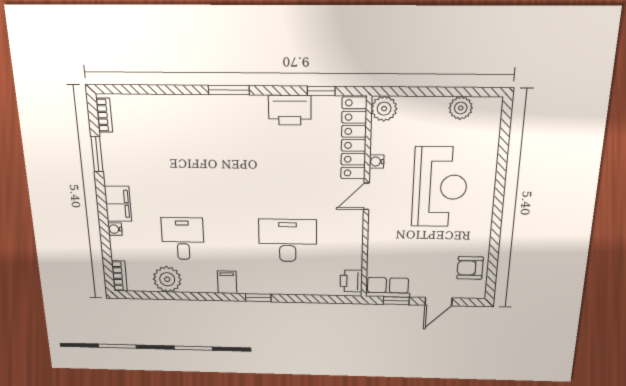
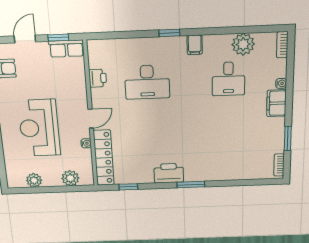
plant: (384, 109) -> (70, 178), moved
printer: (290, 110) -> (169, 173), moved
printer: (351, 281) -> (98, 78), moved

